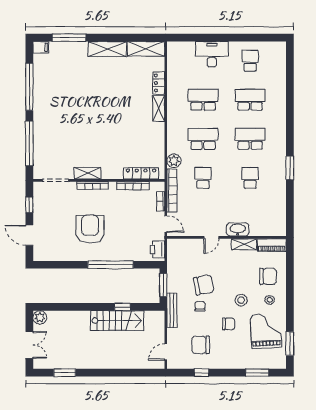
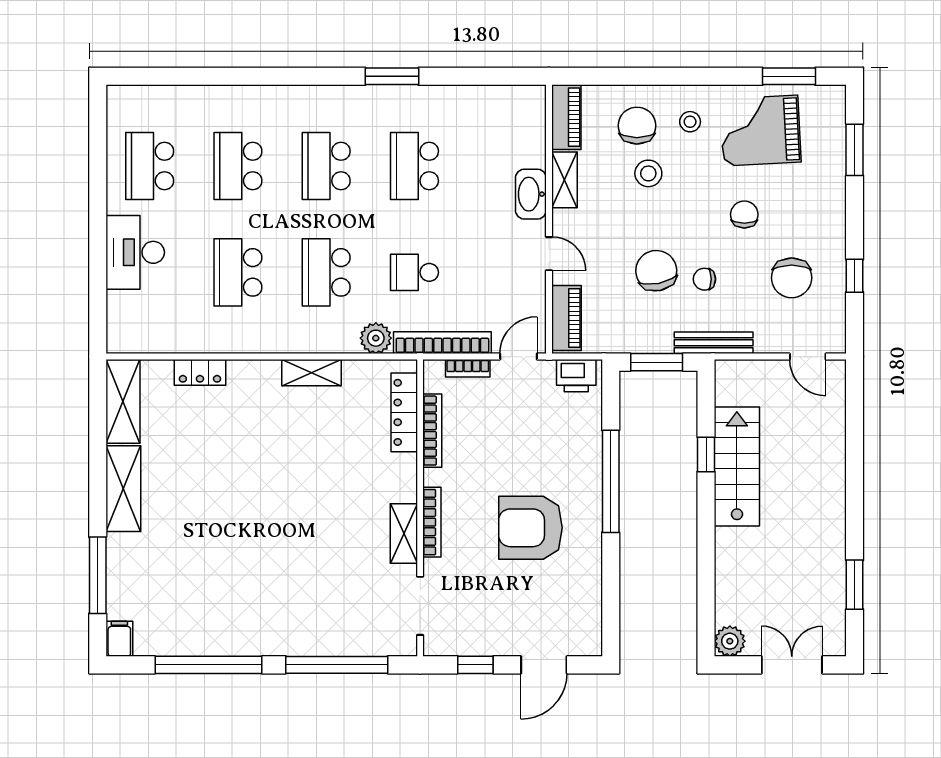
school desk: (250, 61) -> (150, 166), width x1.85
shelving: (159, 108) -> (312, 373), moved
school desk: (250, 178) -> (414, 166), width x1.85
piano: (183, 245) -> (566, 318), added
stool: (241, 300) -> (648, 173), moved

